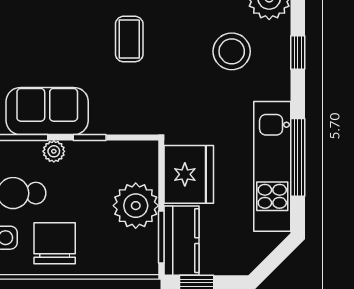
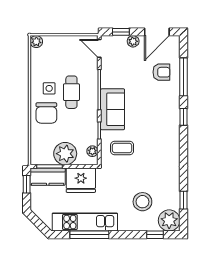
coffee table: (129, 39) -> (122, 148), moved
window: (298, 53) -> (155, 235), moved
plant: (54, 151) -> (92, 151), moved
chair: (55, 243) -> (46, 113), turned 90

